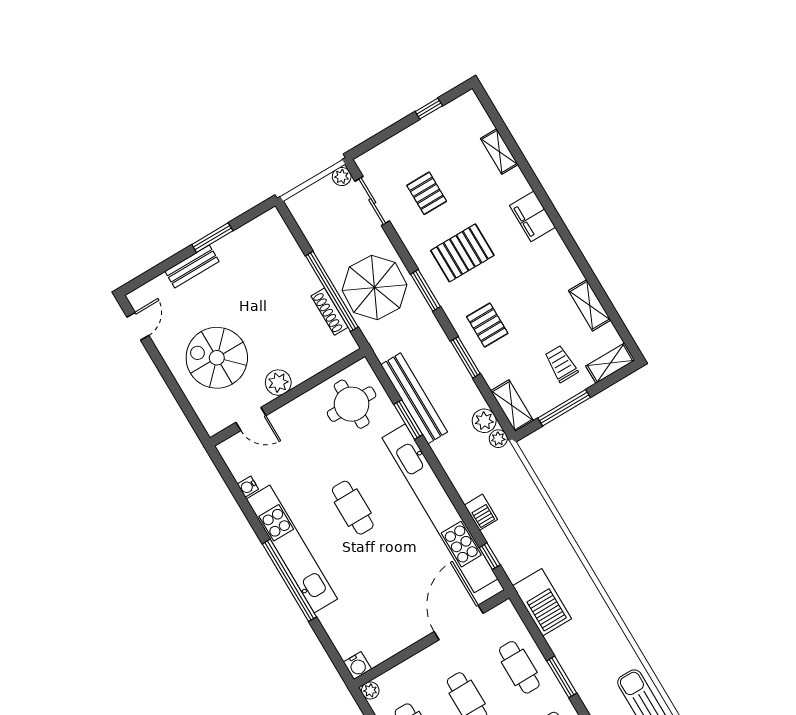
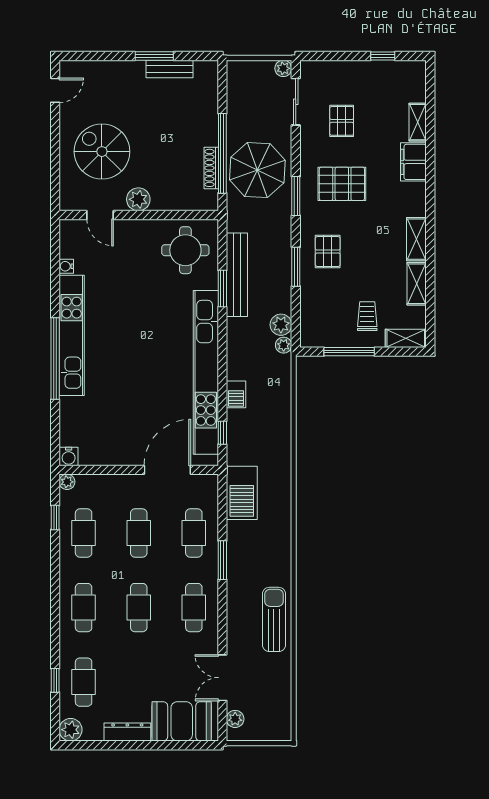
filing cabinet: (533, 216) -> (413, 162), moved
bench: (192, 266) -> (170, 69), moved
shelving: (512, 406) -> (416, 239), moved
cafe table: (353, 508) -> (138, 331), removed

